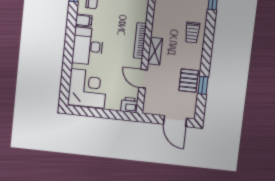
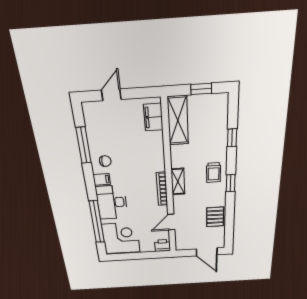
shelving: (155, 51) -> (178, 182), moved
window: (67, 65) -> (97, 222), added
door: (143, 79) -> (171, 222), hinge flipped
window: (203, 85) -> (231, 183), moved

